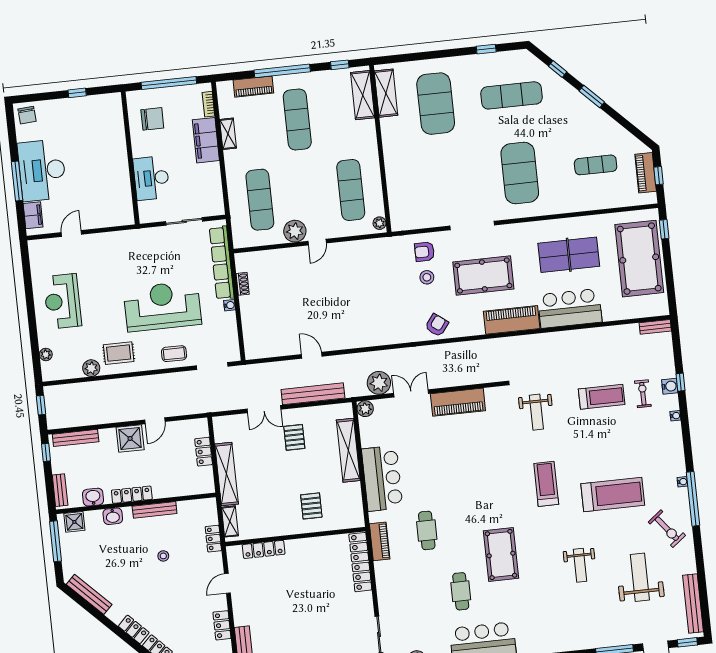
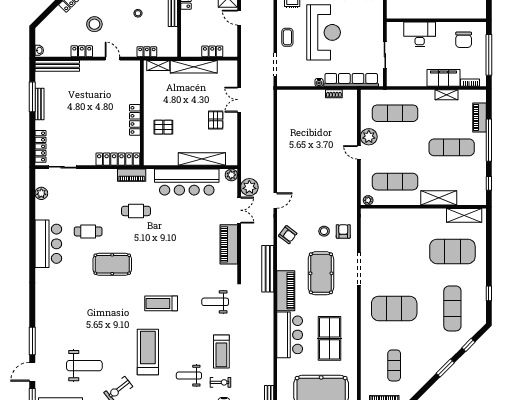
shelving: (363, 95) -> (439, 198), moved
door: (312, 355) -> (275, 200), moved
bench: (313, 394) -> (268, 269), moved
pallet: (294, 437) -> (216, 120), turned 90
bar counter: (382, 478) -> (187, 182), width x1.36
treadmill: (546, 484) -> (161, 303), turned 180
treadmill: (613, 495) -> (148, 352), turned 180
locker: (264, 549) -> (135, 120), moved
weight bench: (580, 565) -> (189, 376), moved
stool: (184, 612) -> (94, 24), added

